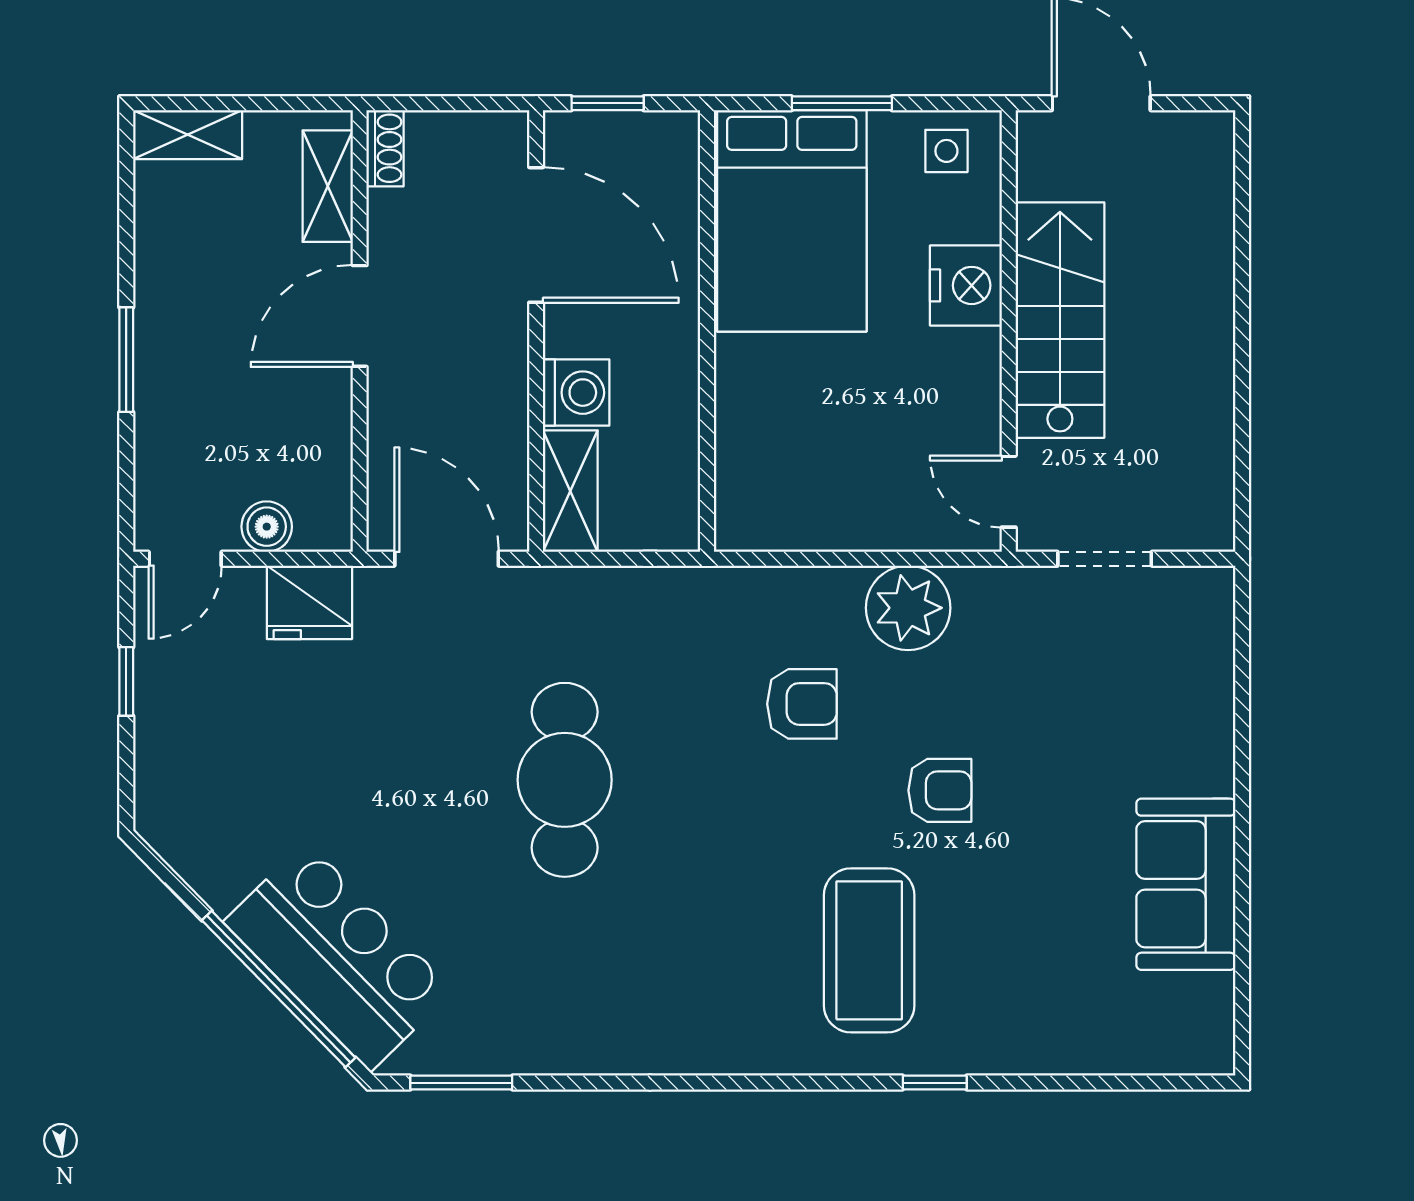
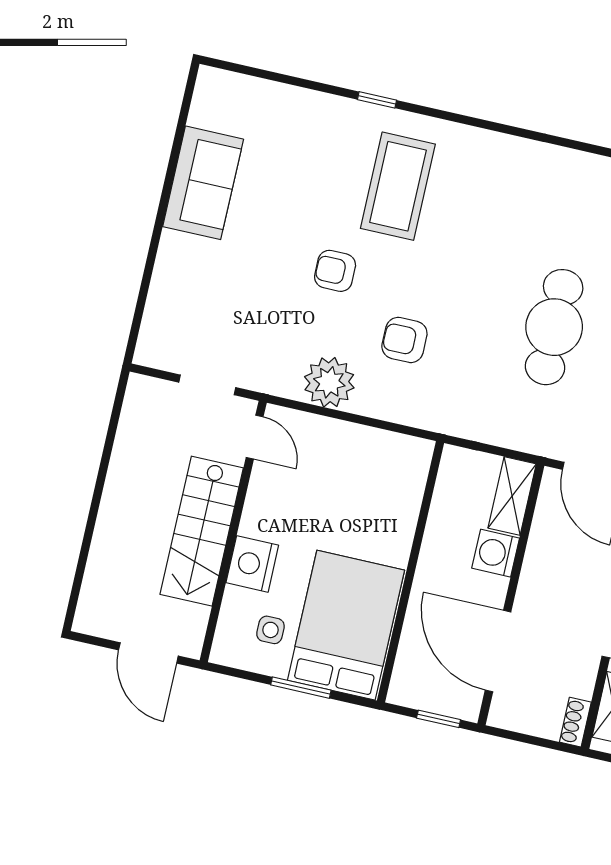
side table: (946, 151) -> (270, 630), moved

